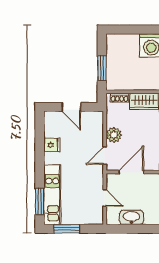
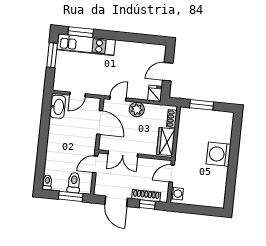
fridge: (52, 145) -> (155, 93), moved, turned 180
door: (105, 156) -> (118, 99), hinge flipped
washbasin: (131, 217) -> (58, 107), moved

